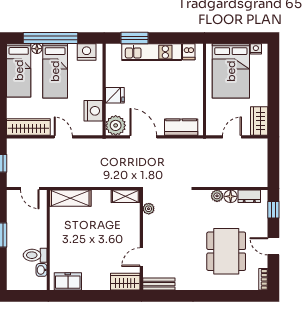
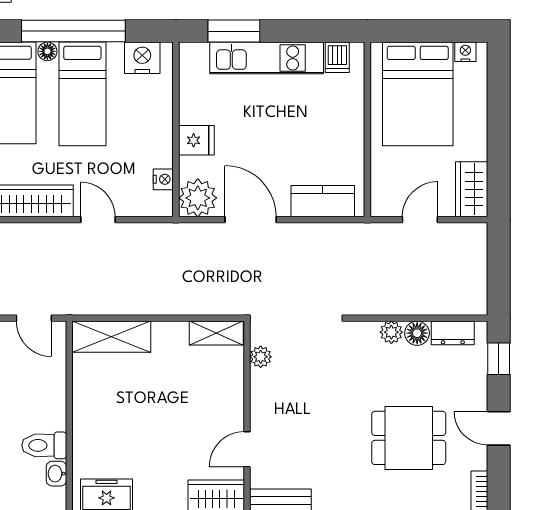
nightstand: (93, 111) -> (163, 179), width x0.53, depth x0.56
dining table: (226, 251) -> (409, 438), width x0.73

